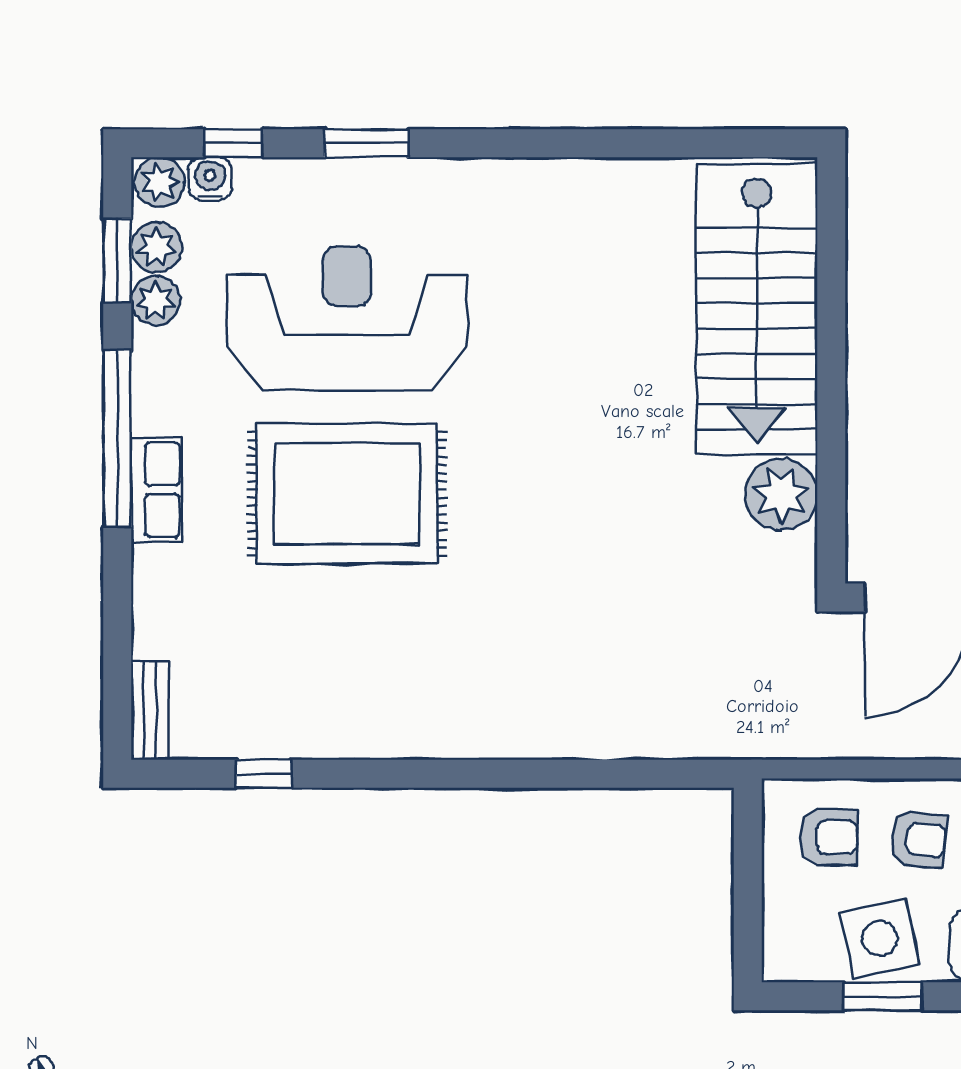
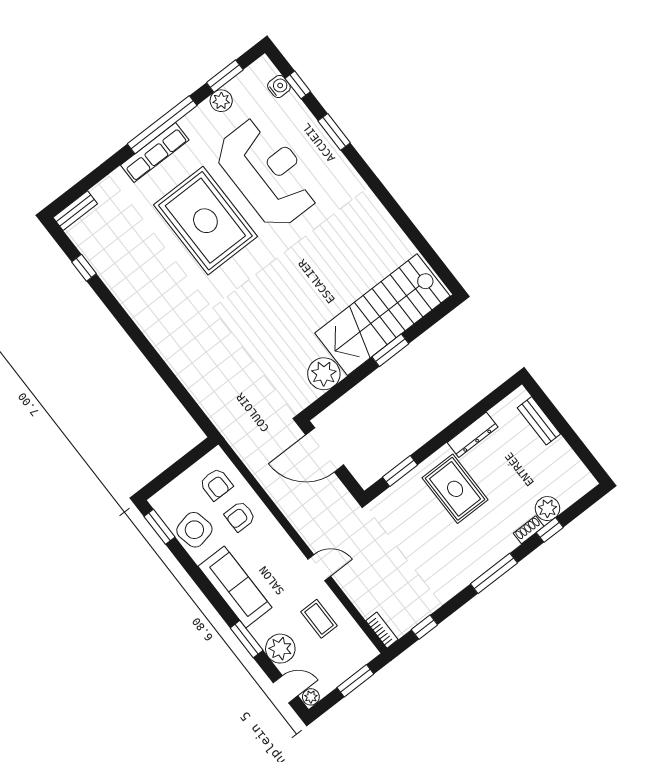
plant: (160, 182) -> (264, 70), removed
plant: (156, 247) -> (240, 86), removed
window: (831, 344) -> (390, 350), added
row of seats: (156, 490) -> (155, 153), width x1.48
armchair: (919, 839) -> (240, 516), turned 83
window: (883, 996) -> (159, 527), moved

